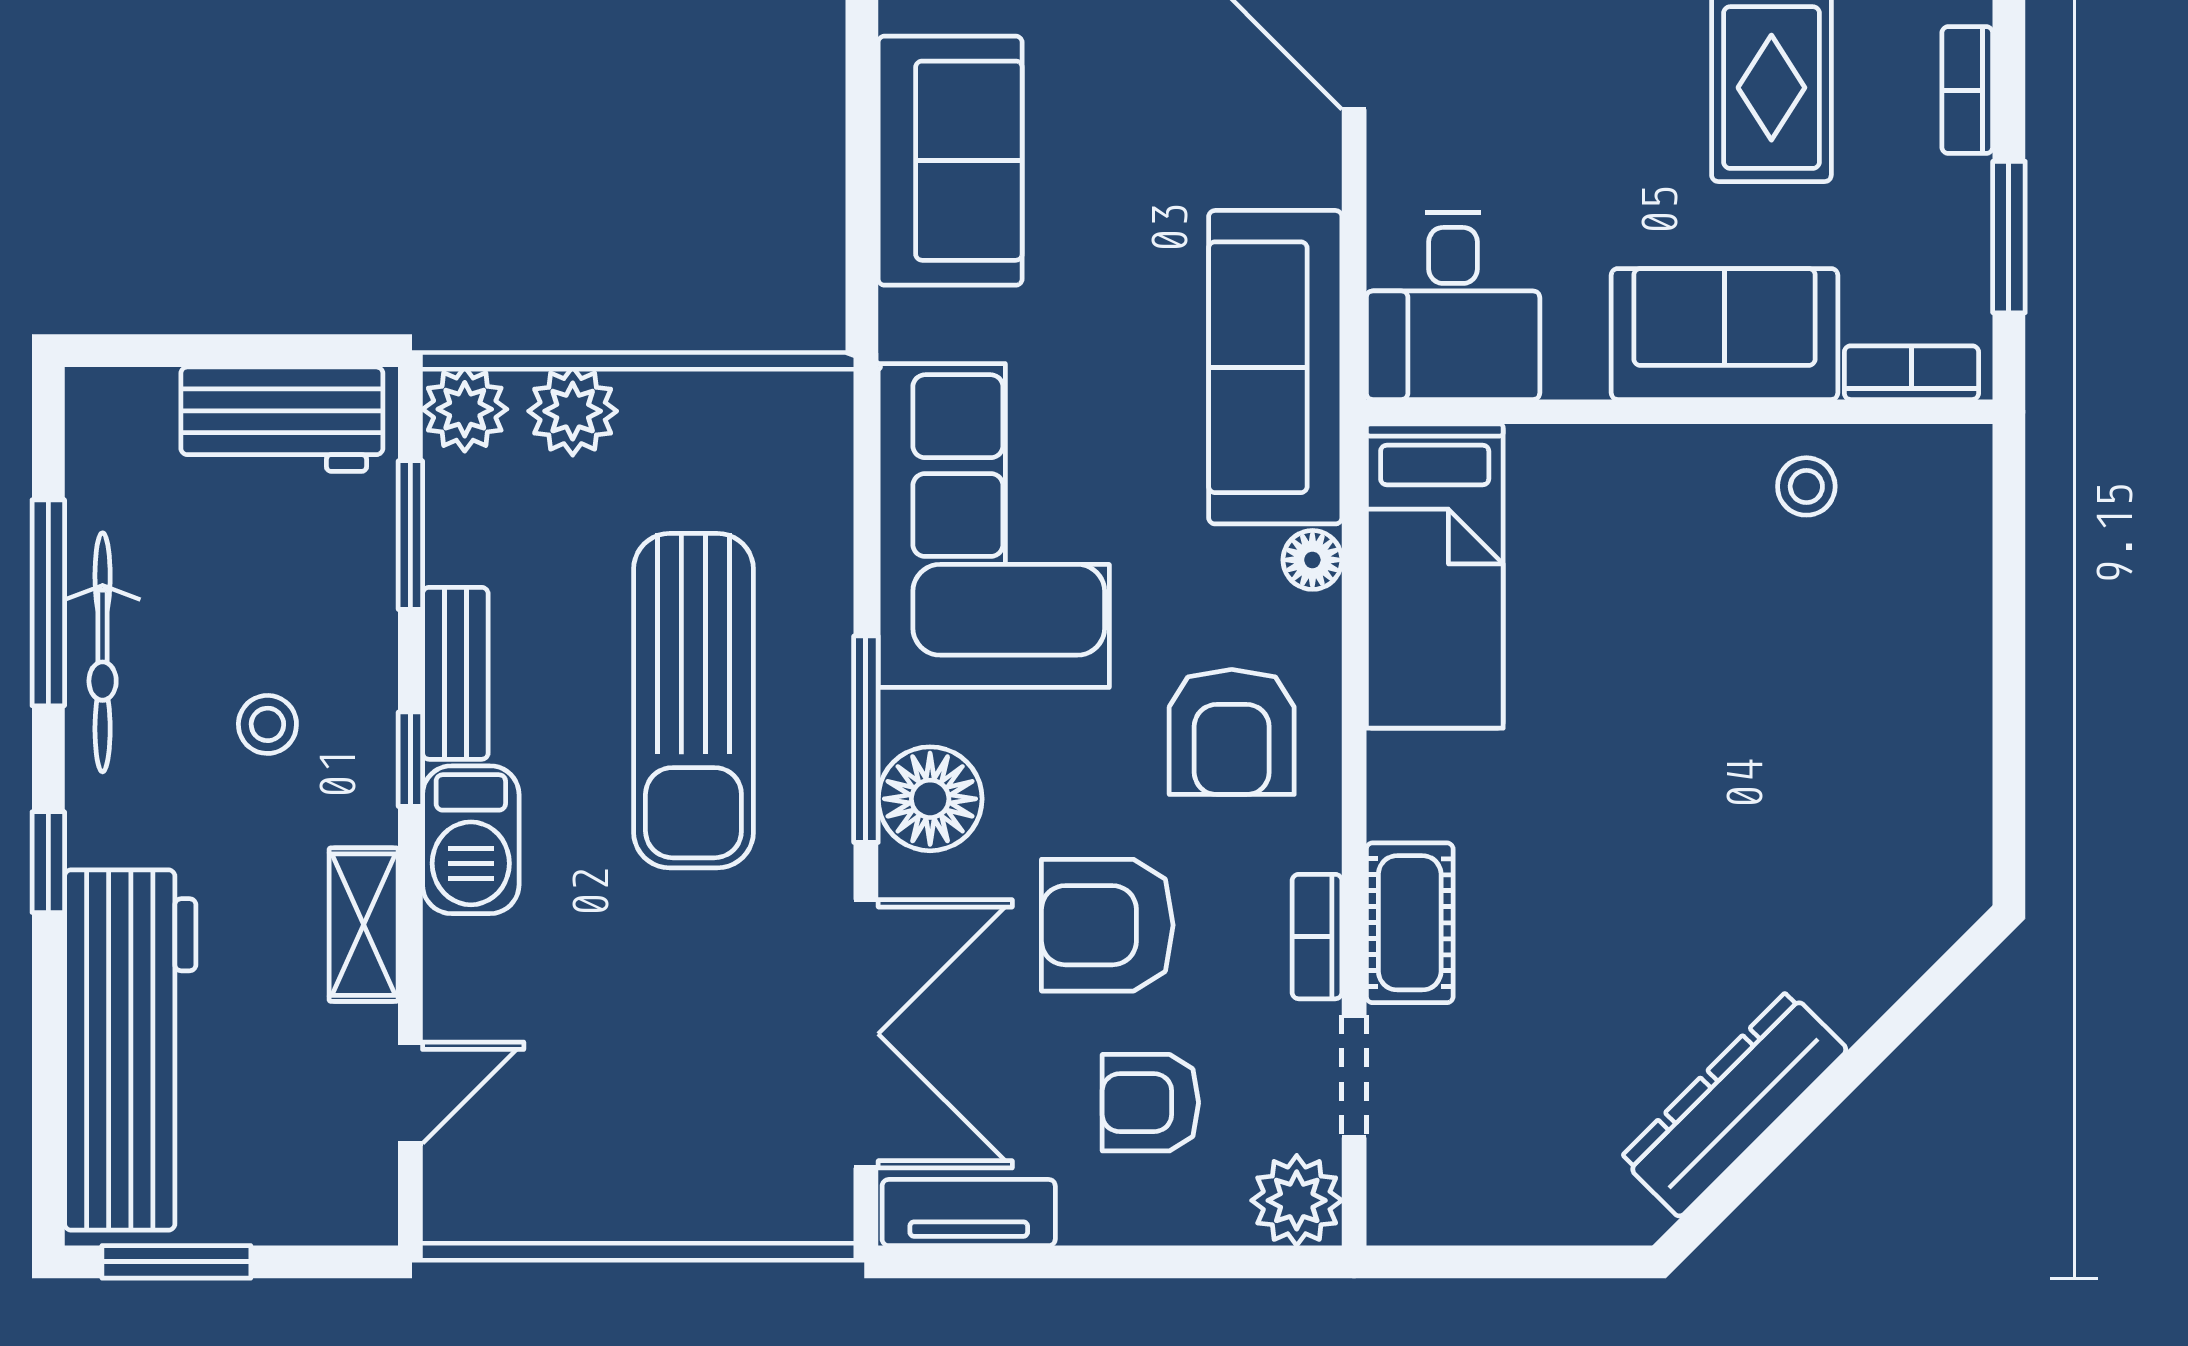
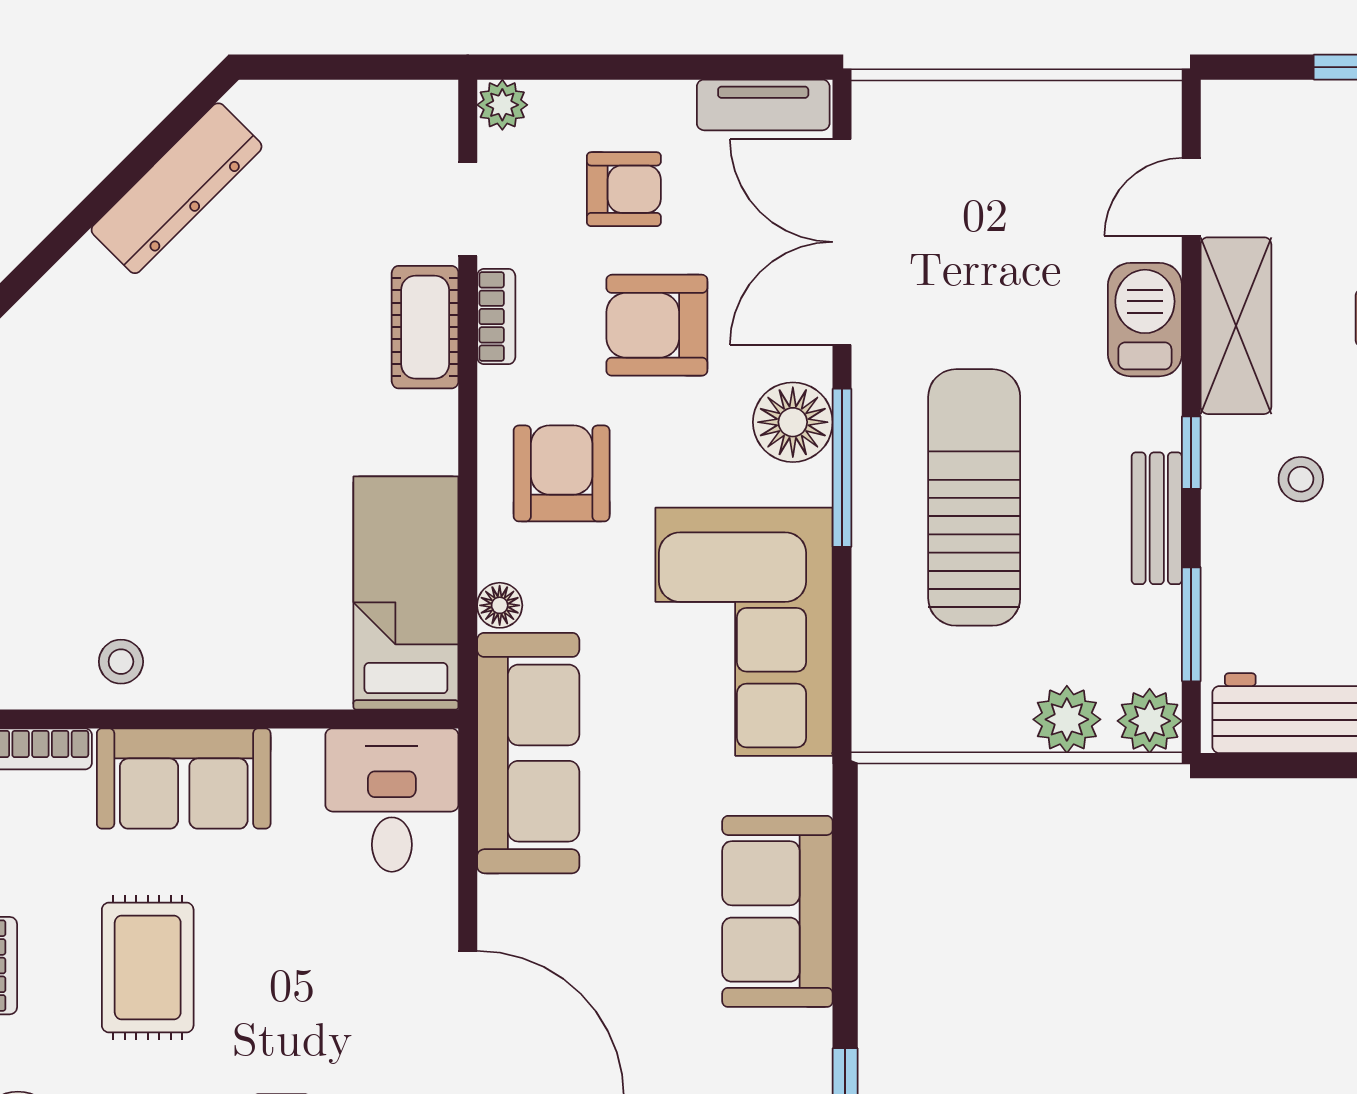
barbecue: (471, 840) -> (1145, 320), moved
shelving: (364, 925) -> (1236, 326), width x1.50, depth x1.33
armchair: (1107, 925) -> (657, 325), turned 180
plant: (1297, 1200) -> (502, 105), width x0.73, depth x0.73

